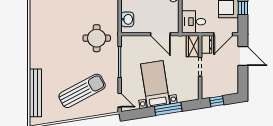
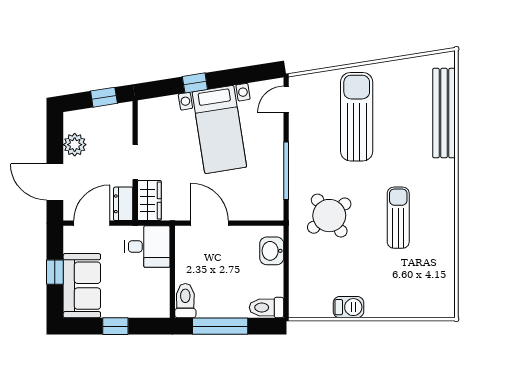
sun lounger: (60, 37) -> (398, 218), added
round table: (97, 38) -> (329, 216), turned -37
plant: (232, 76) -> (75, 145), added
sun lounger: (82, 91) -> (357, 117), turned 118
door: (120, 100) -> (286, 99), hinge flipped
window: (168, 109) -> (195, 83), width x0.46

